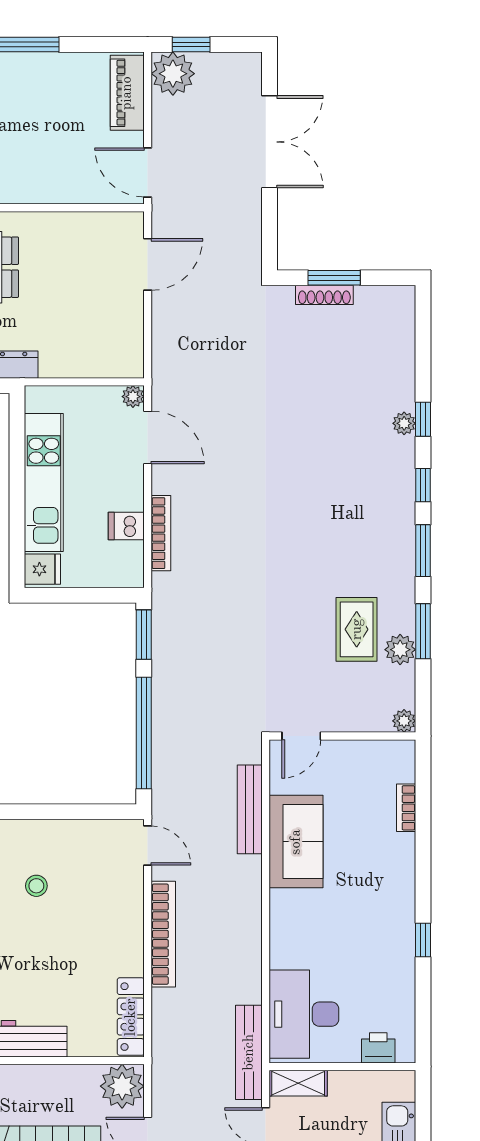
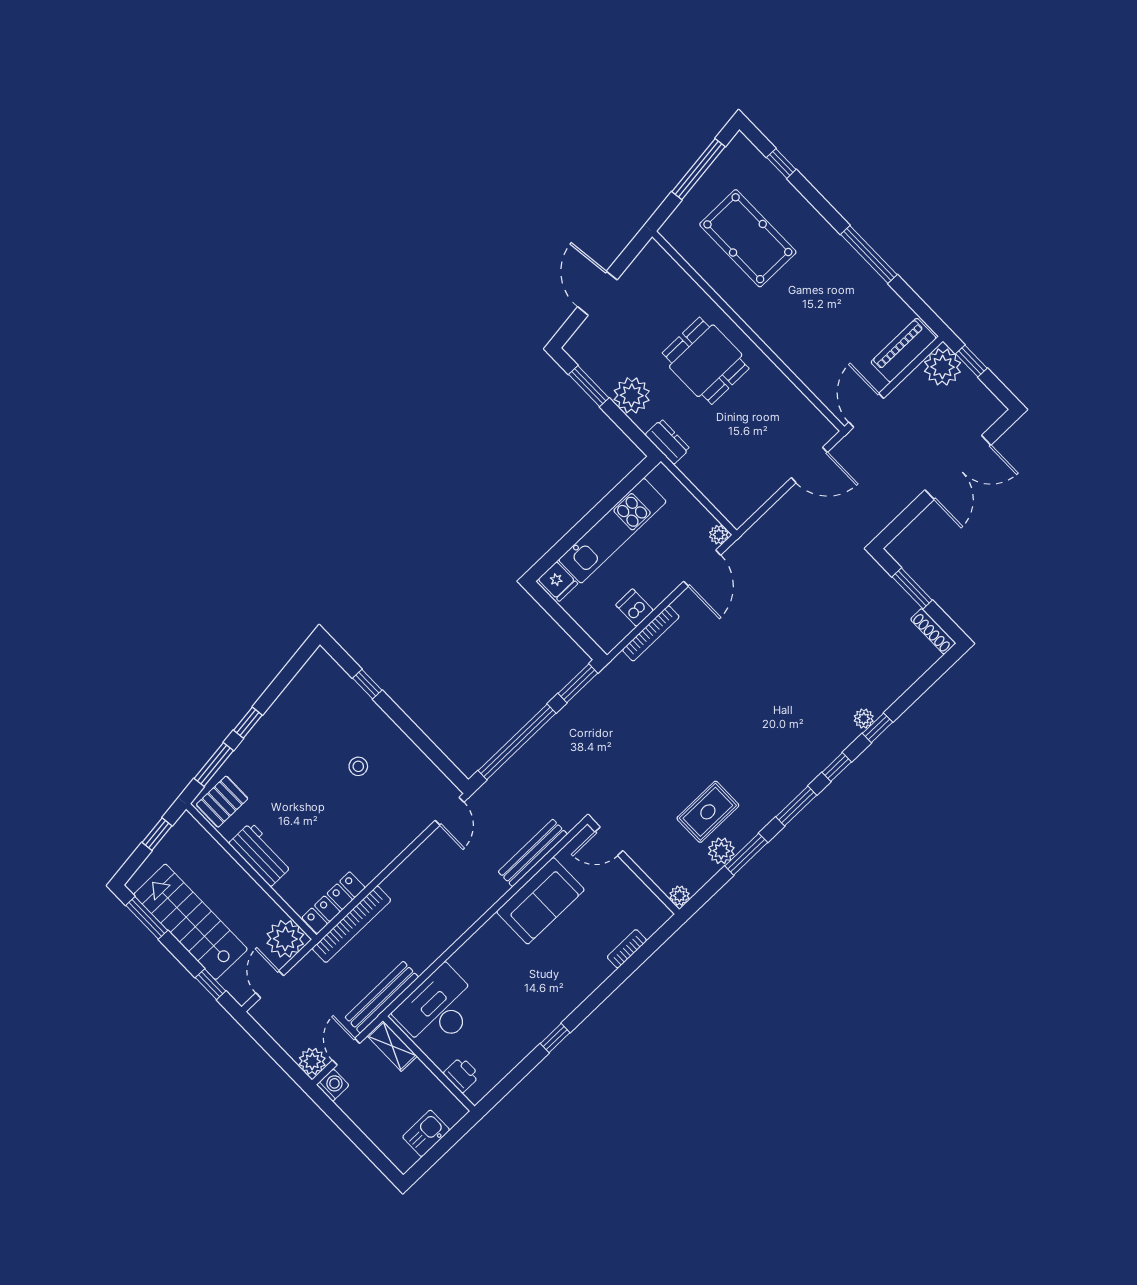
shoe rack: (324, 295) -> (933, 631), moved
bookcase: (163, 934) -> (352, 924), moved

